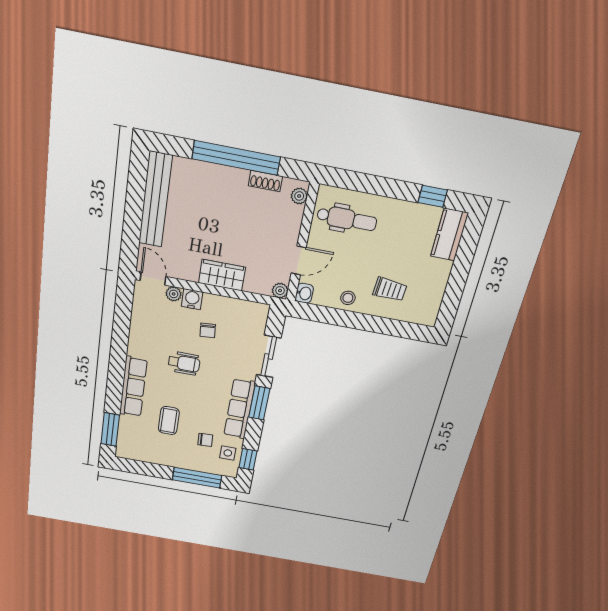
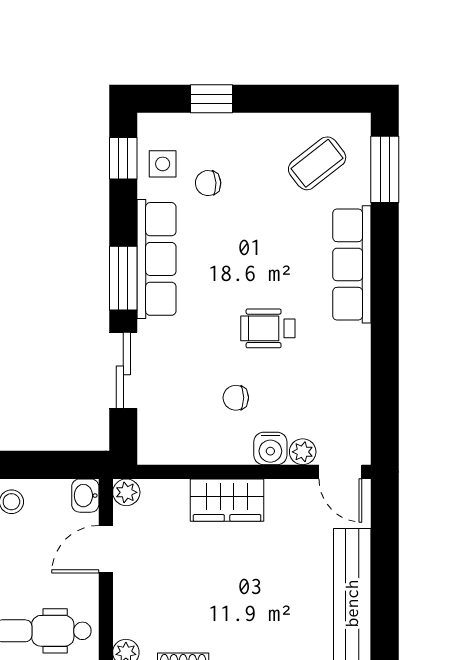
chair: (208, 330) -> (236, 398), turned -85
coffee table: (169, 421) -> (317, 163), moved, turned 52
window: (197, 478) -> (212, 99), width x0.46

